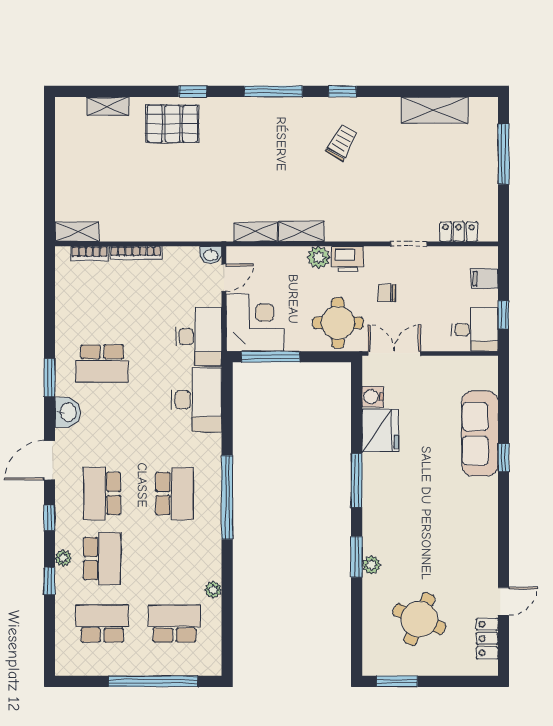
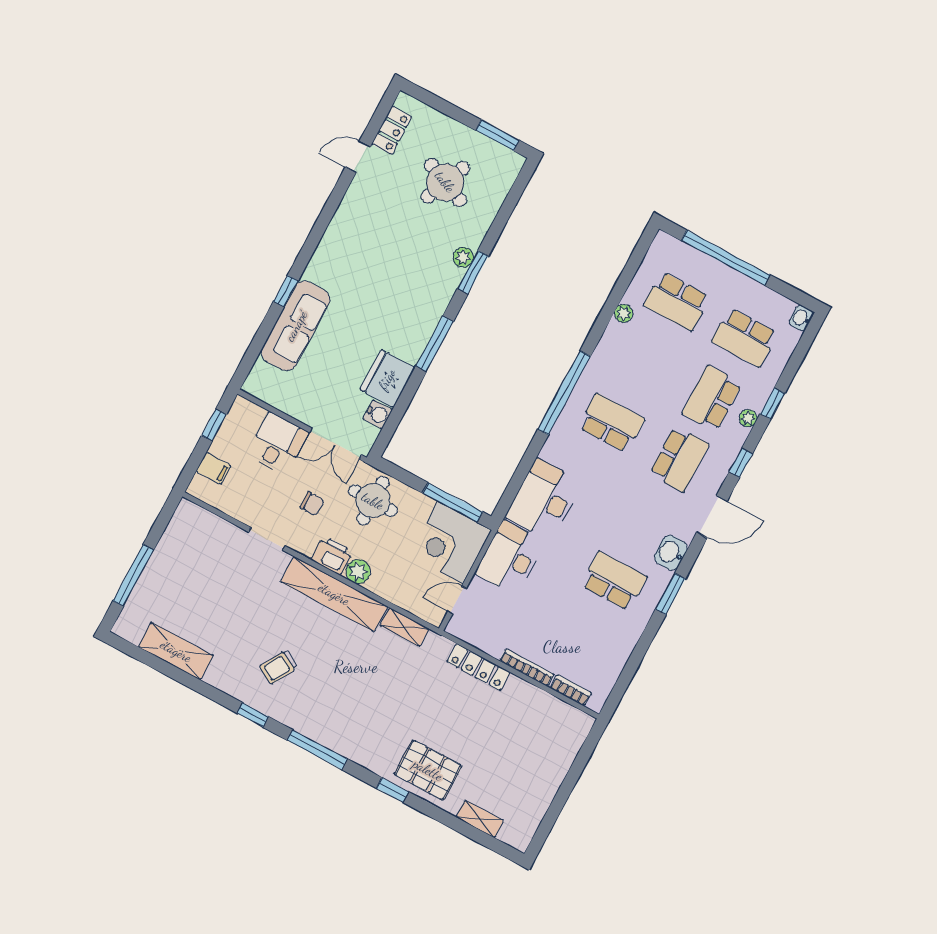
shelving: (301, 231) -> (334, 594), width x2.20, depth x1.33
shelving: (77, 232) -> (572, 717), removed
locker: (459, 232) -> (478, 667), moved, width x1.53
washbasin: (211, 255) -> (801, 318), moved, turned -90
desk: (475, 330) -> (278, 443), moved, turned 90
school desk: (174, 493) -> (612, 423), turned 90

